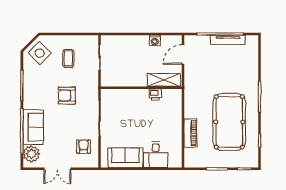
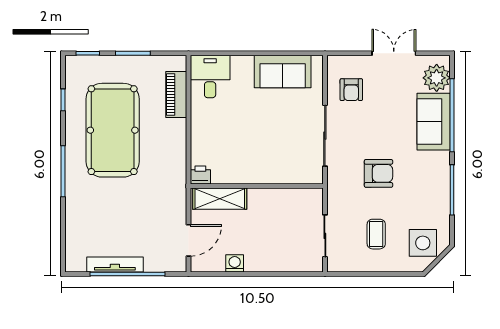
side table: (40, 53) -> (423, 243), turned 45
printer: (155, 94) -> (200, 175), moved
piano: (190, 133) -> (176, 94), moved
desk: (156, 155) -> (210, 77), moved

